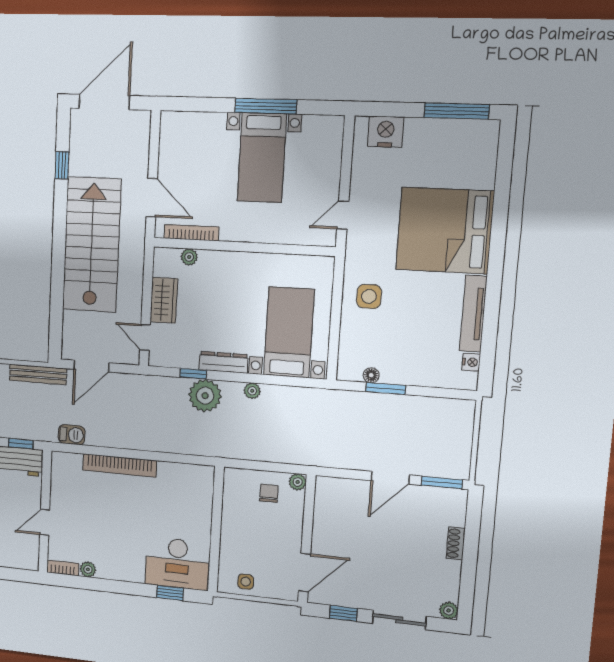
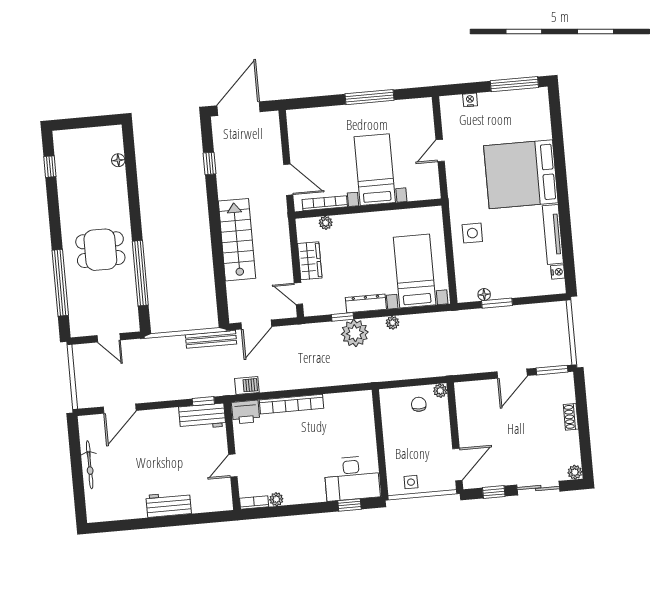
nightstand: (386, 132) -> (470, 100), width x0.53, depth x0.56
bed with nightstands: (262, 158) -> (375, 170), moved, turned 180
door: (343, 215) -> (440, 150), moved
stairs: (92, 245) -> (237, 240), width x0.73, depth x0.66
printer: (66, 465) -> (246, 412), added

